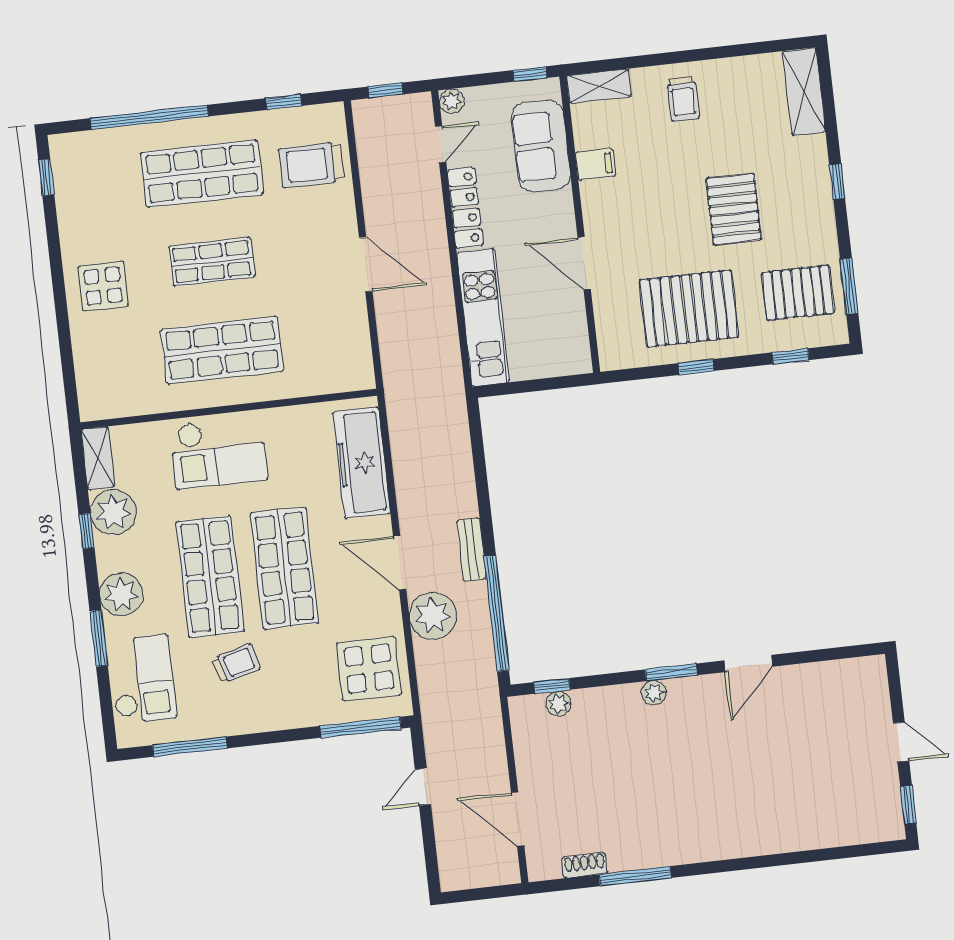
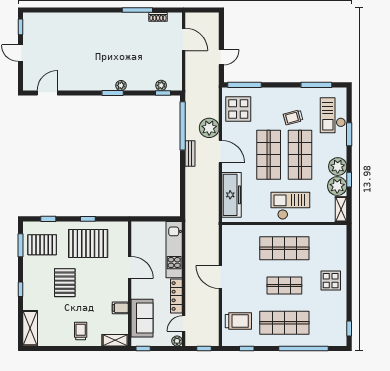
plant: (121, 594) -> (338, 167), moved
door: (748, 664) -> (47, 93), moved

